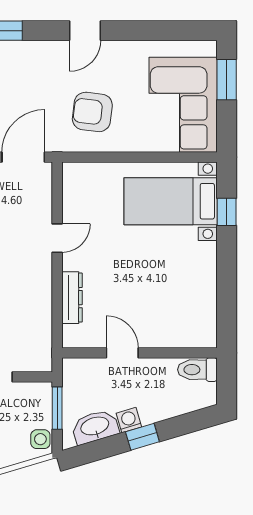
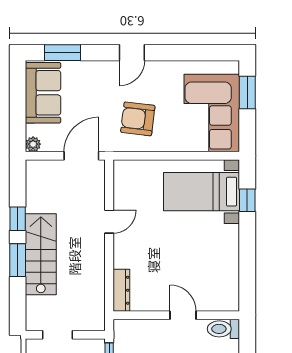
dresser: (72, 298) -> (121, 290), moved
door: (122, 353) -> (183, 315), moved

